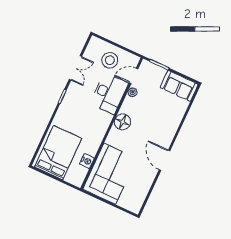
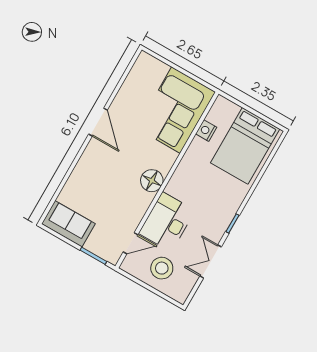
plant: (133, 92) -> (134, 221), removed

